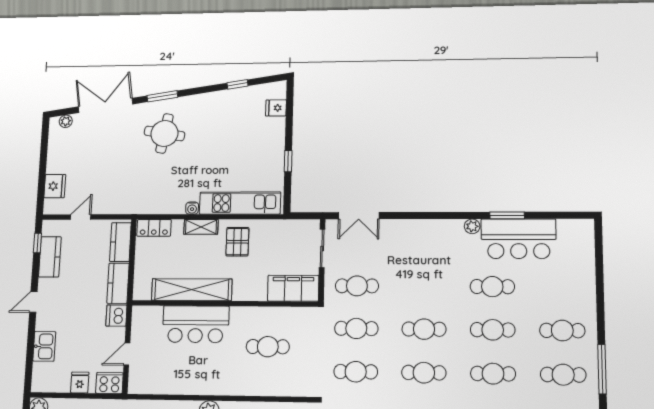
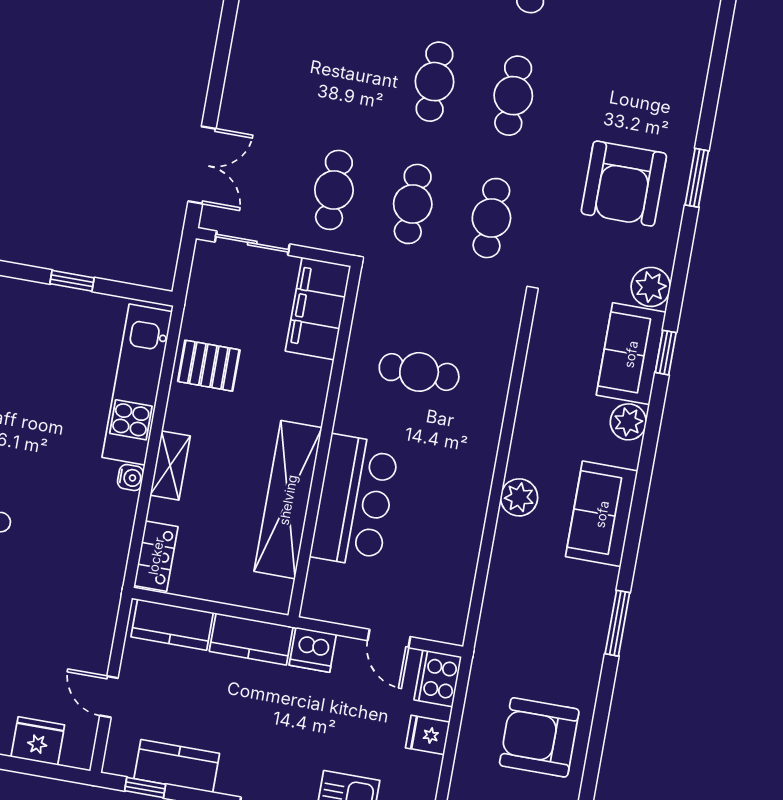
pallet: (237, 242) -> (209, 366), moved
cafe table: (268, 347) -> (419, 372), turned 90

